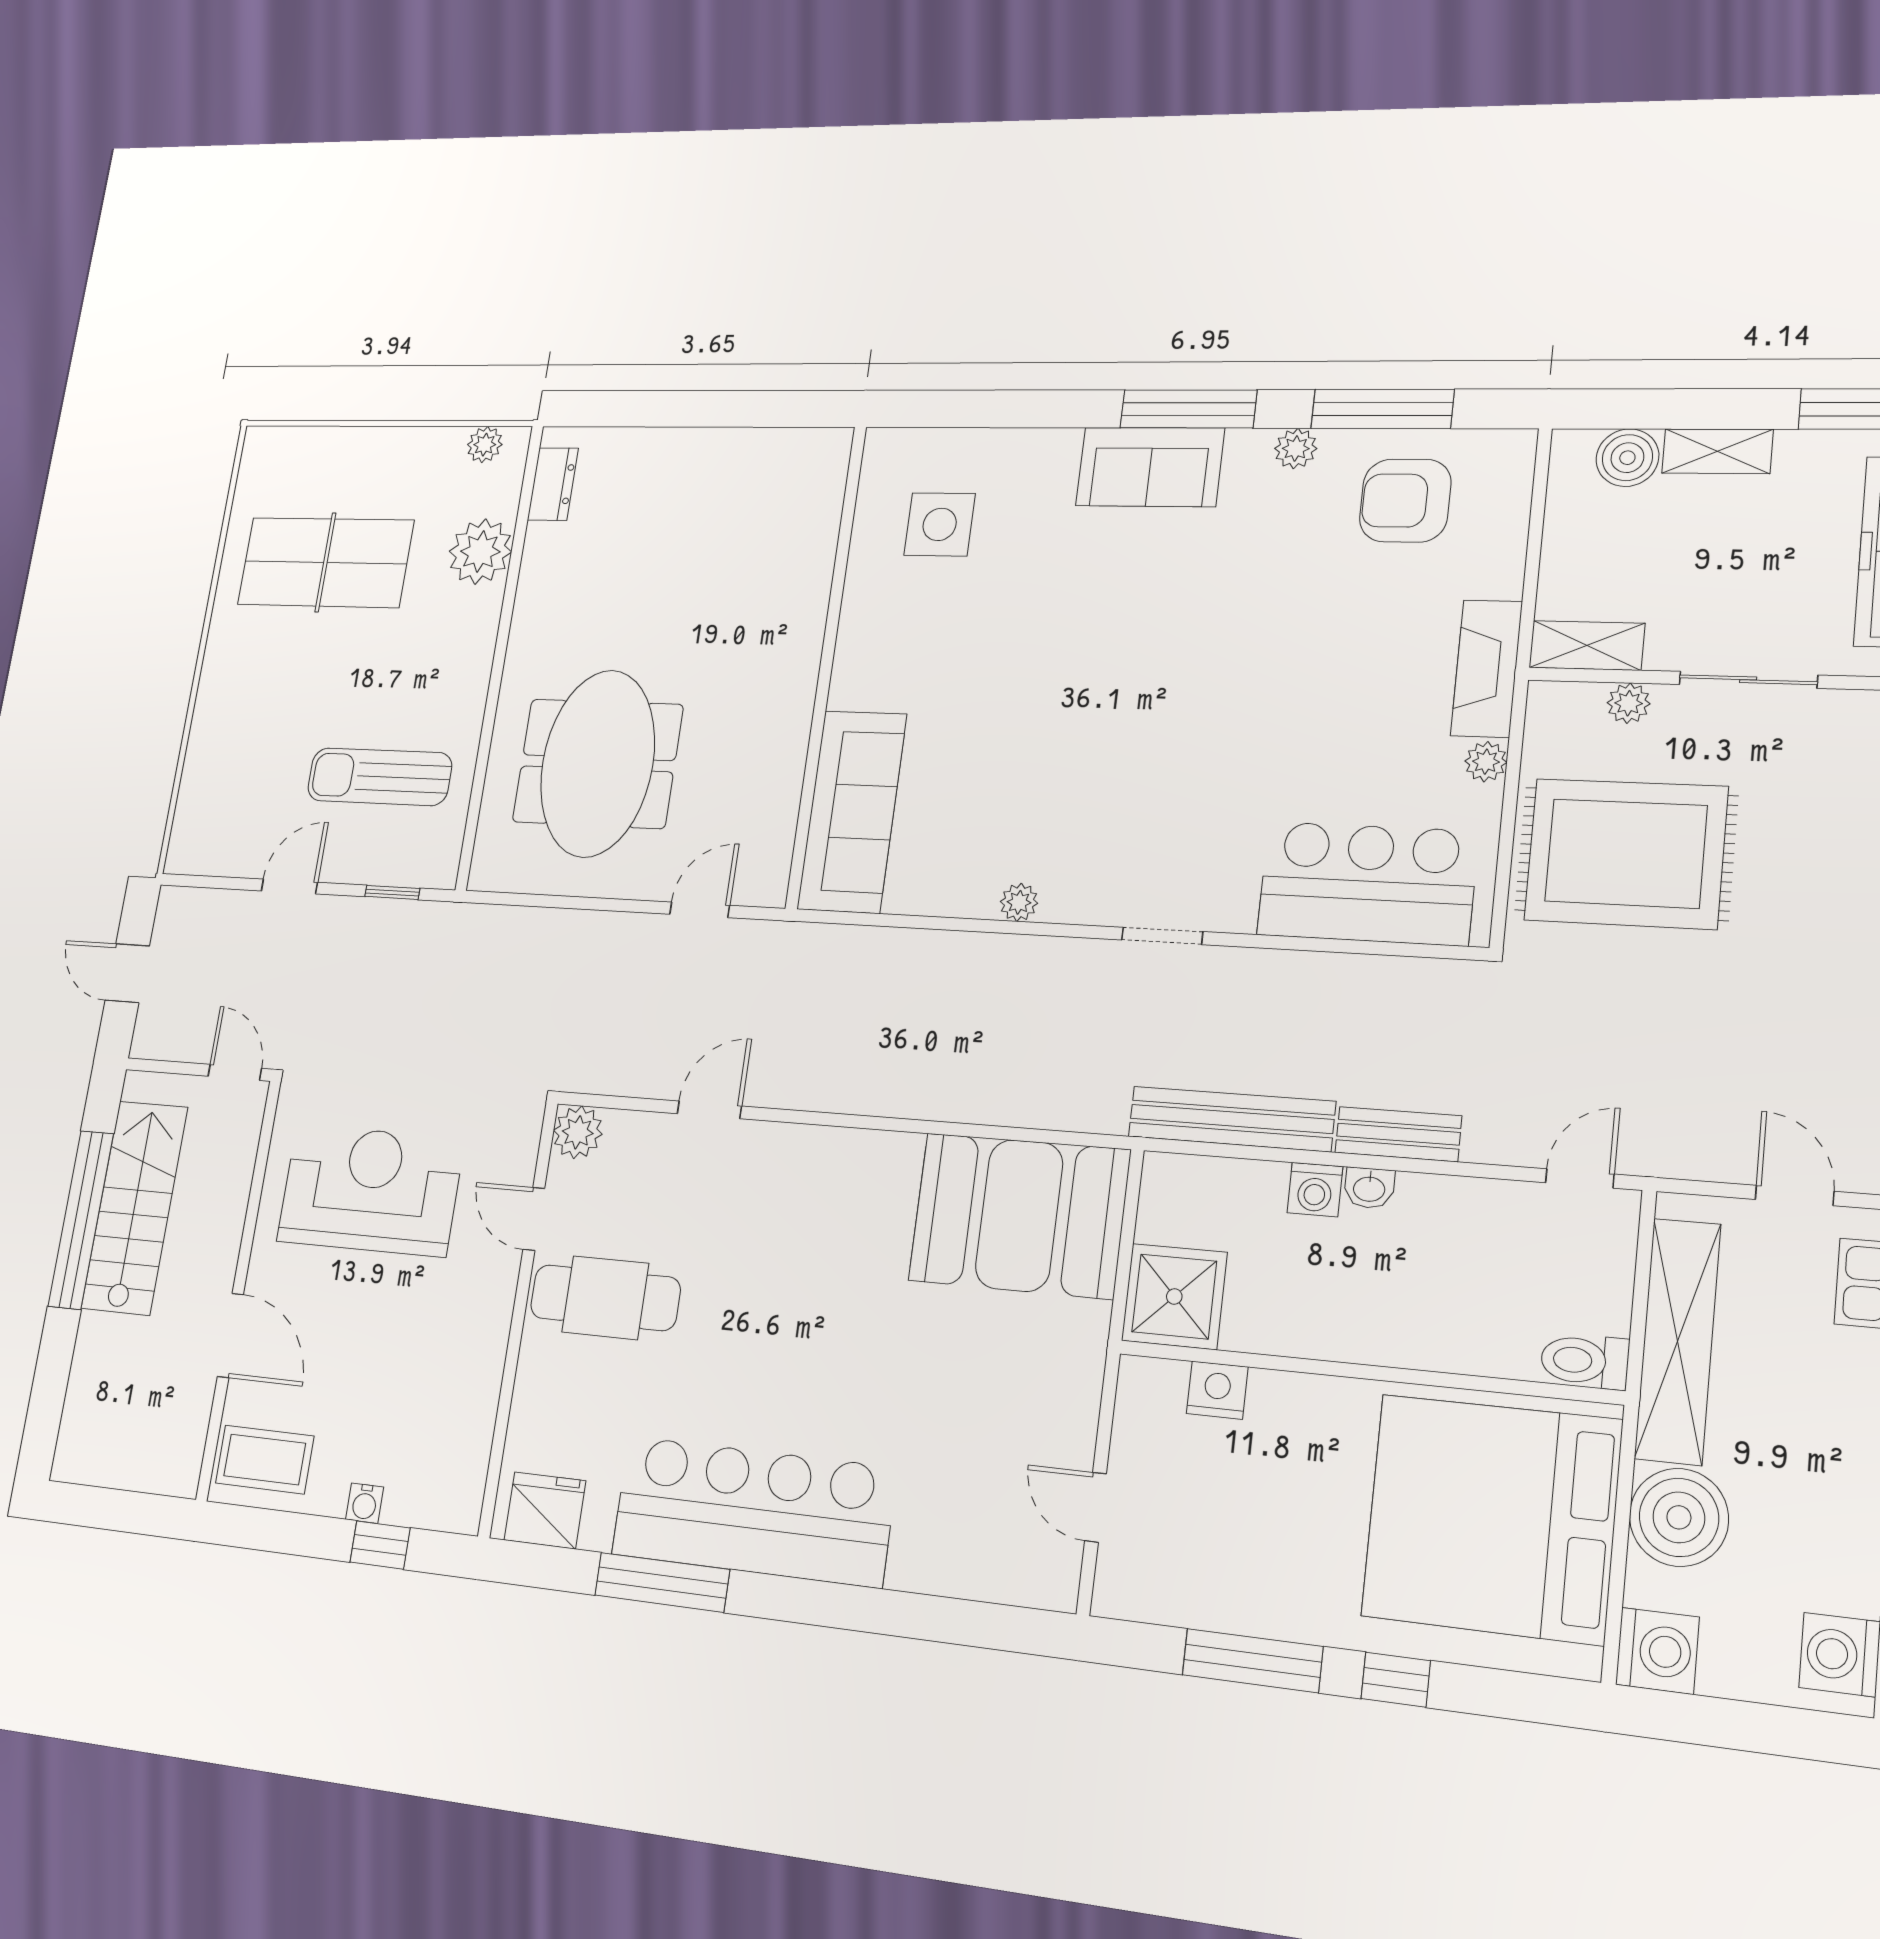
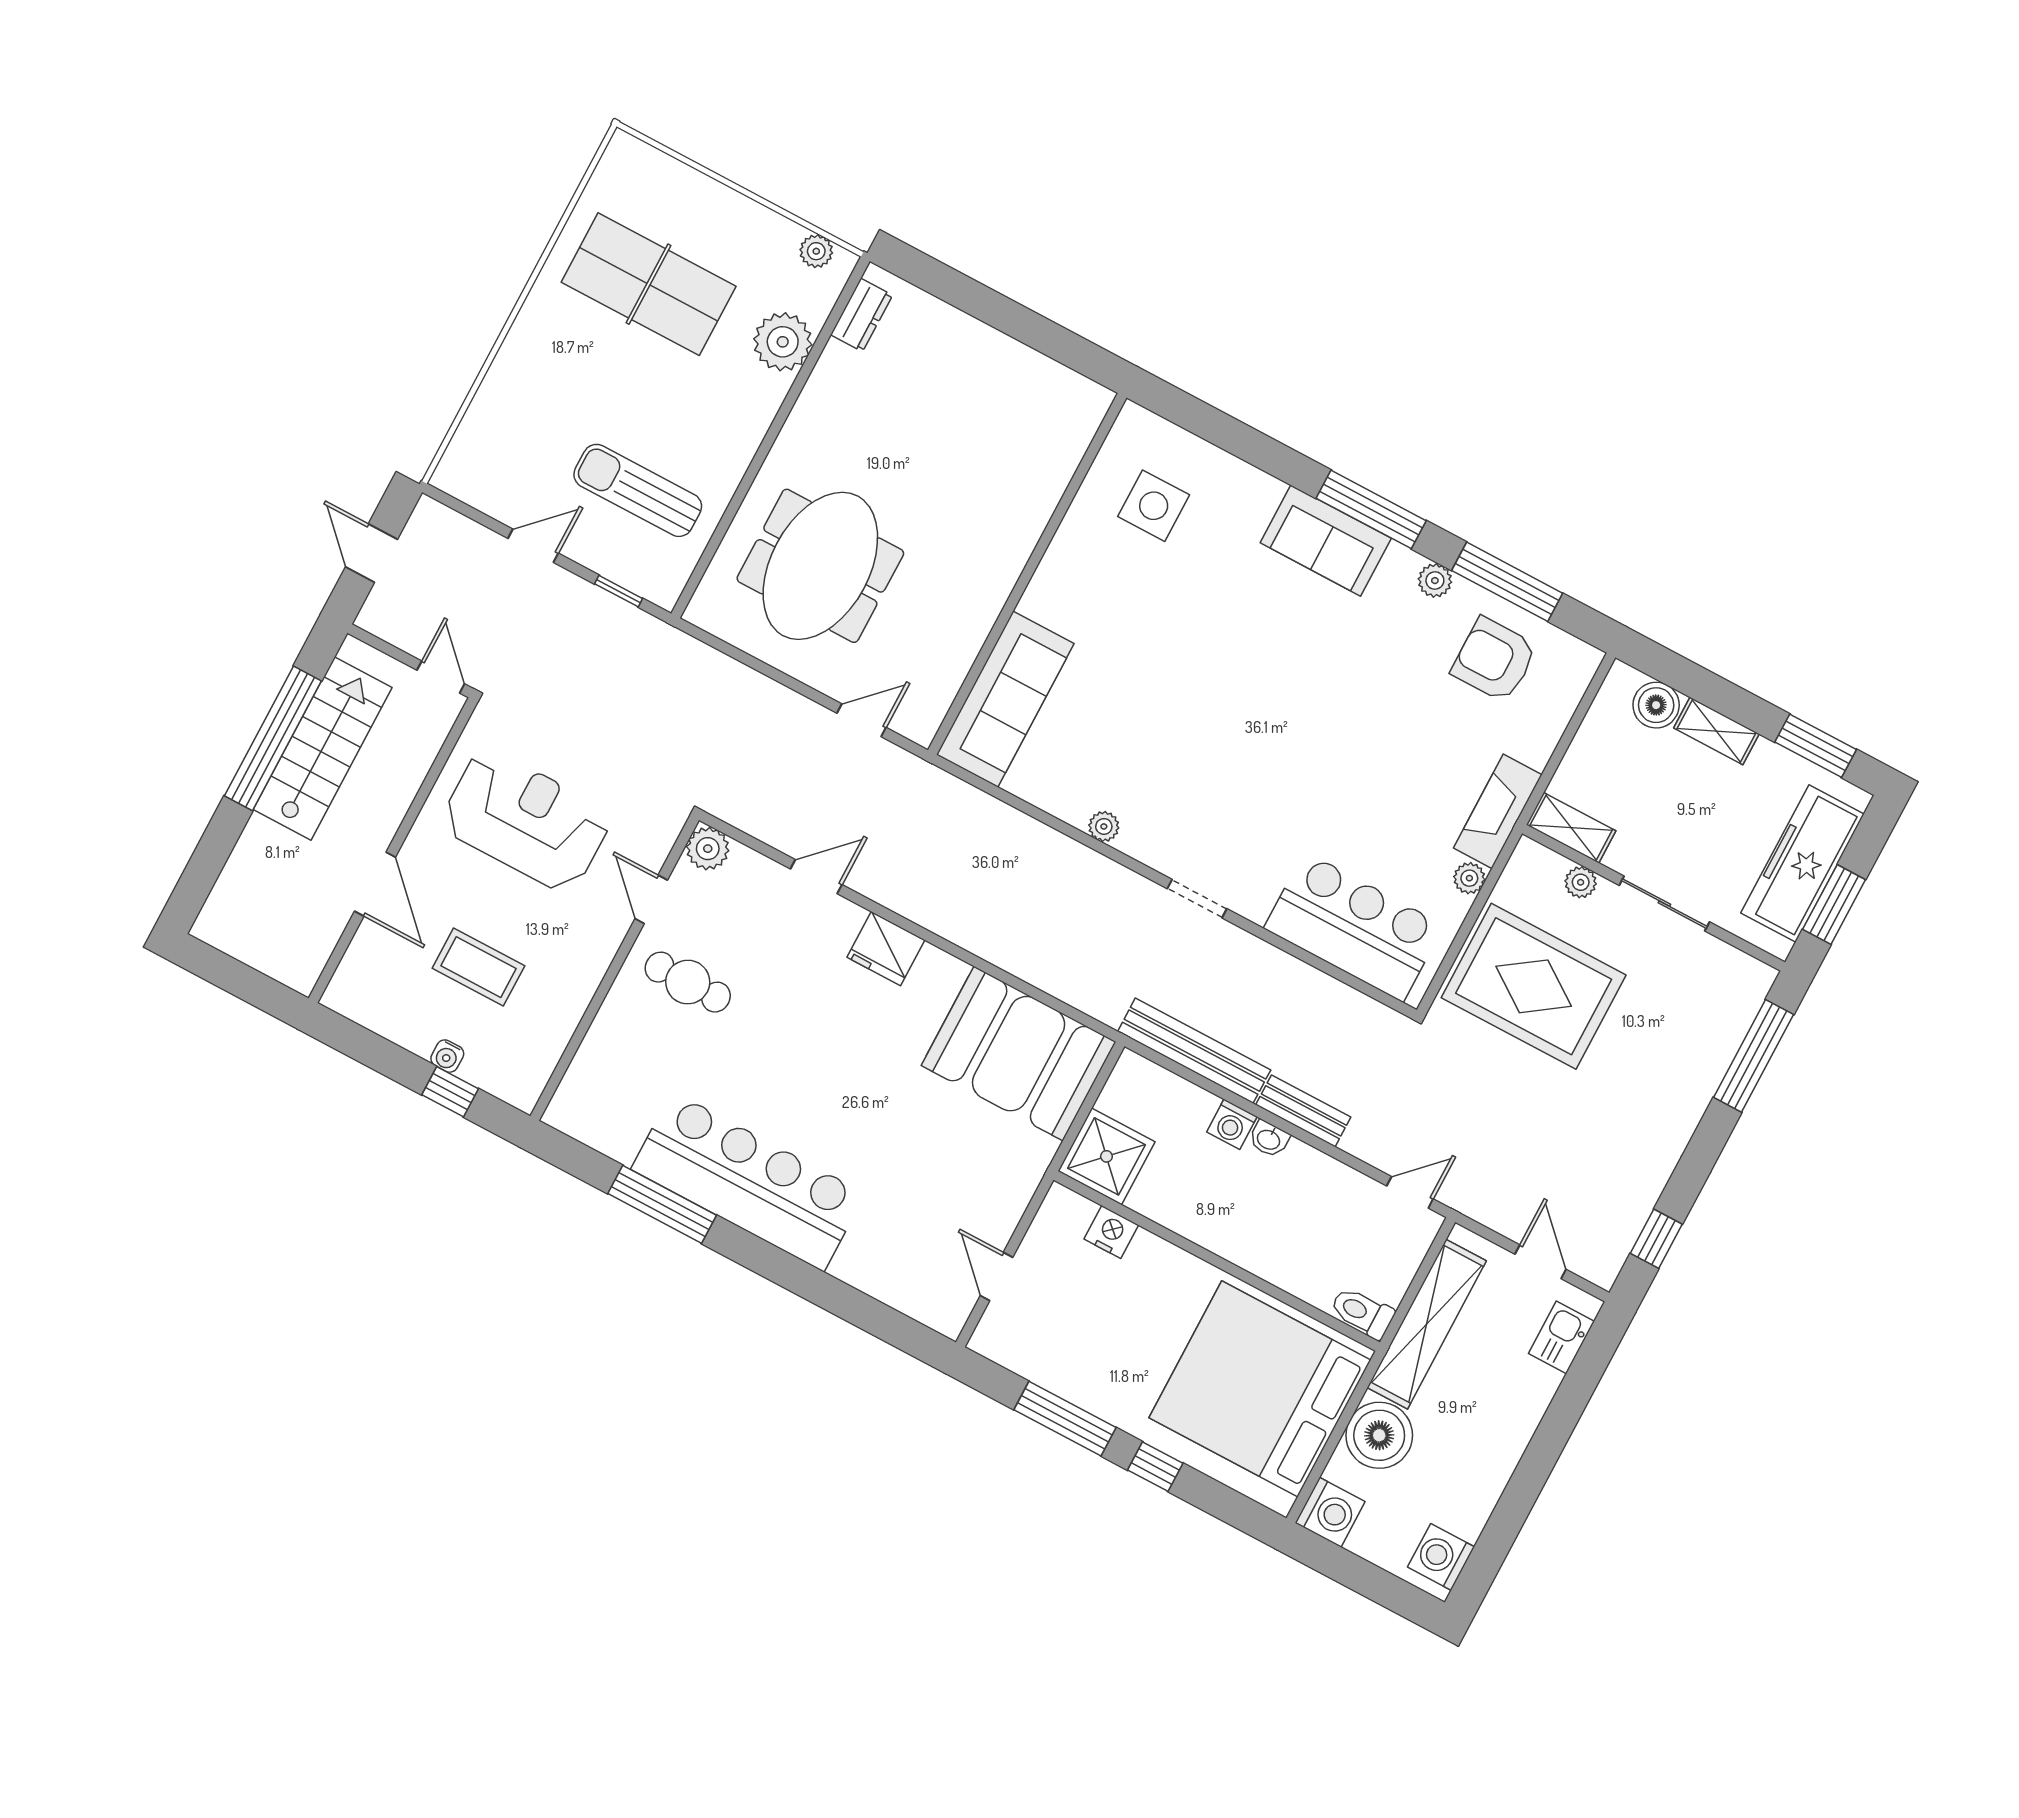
cafe table: (605, 1298) -> (688, 982), width x0.73, depth x0.74
coffee table: (265, 1460) -> (478, 967), moved
fridge: (545, 1510) -> (886, 949), moved, turned 180

